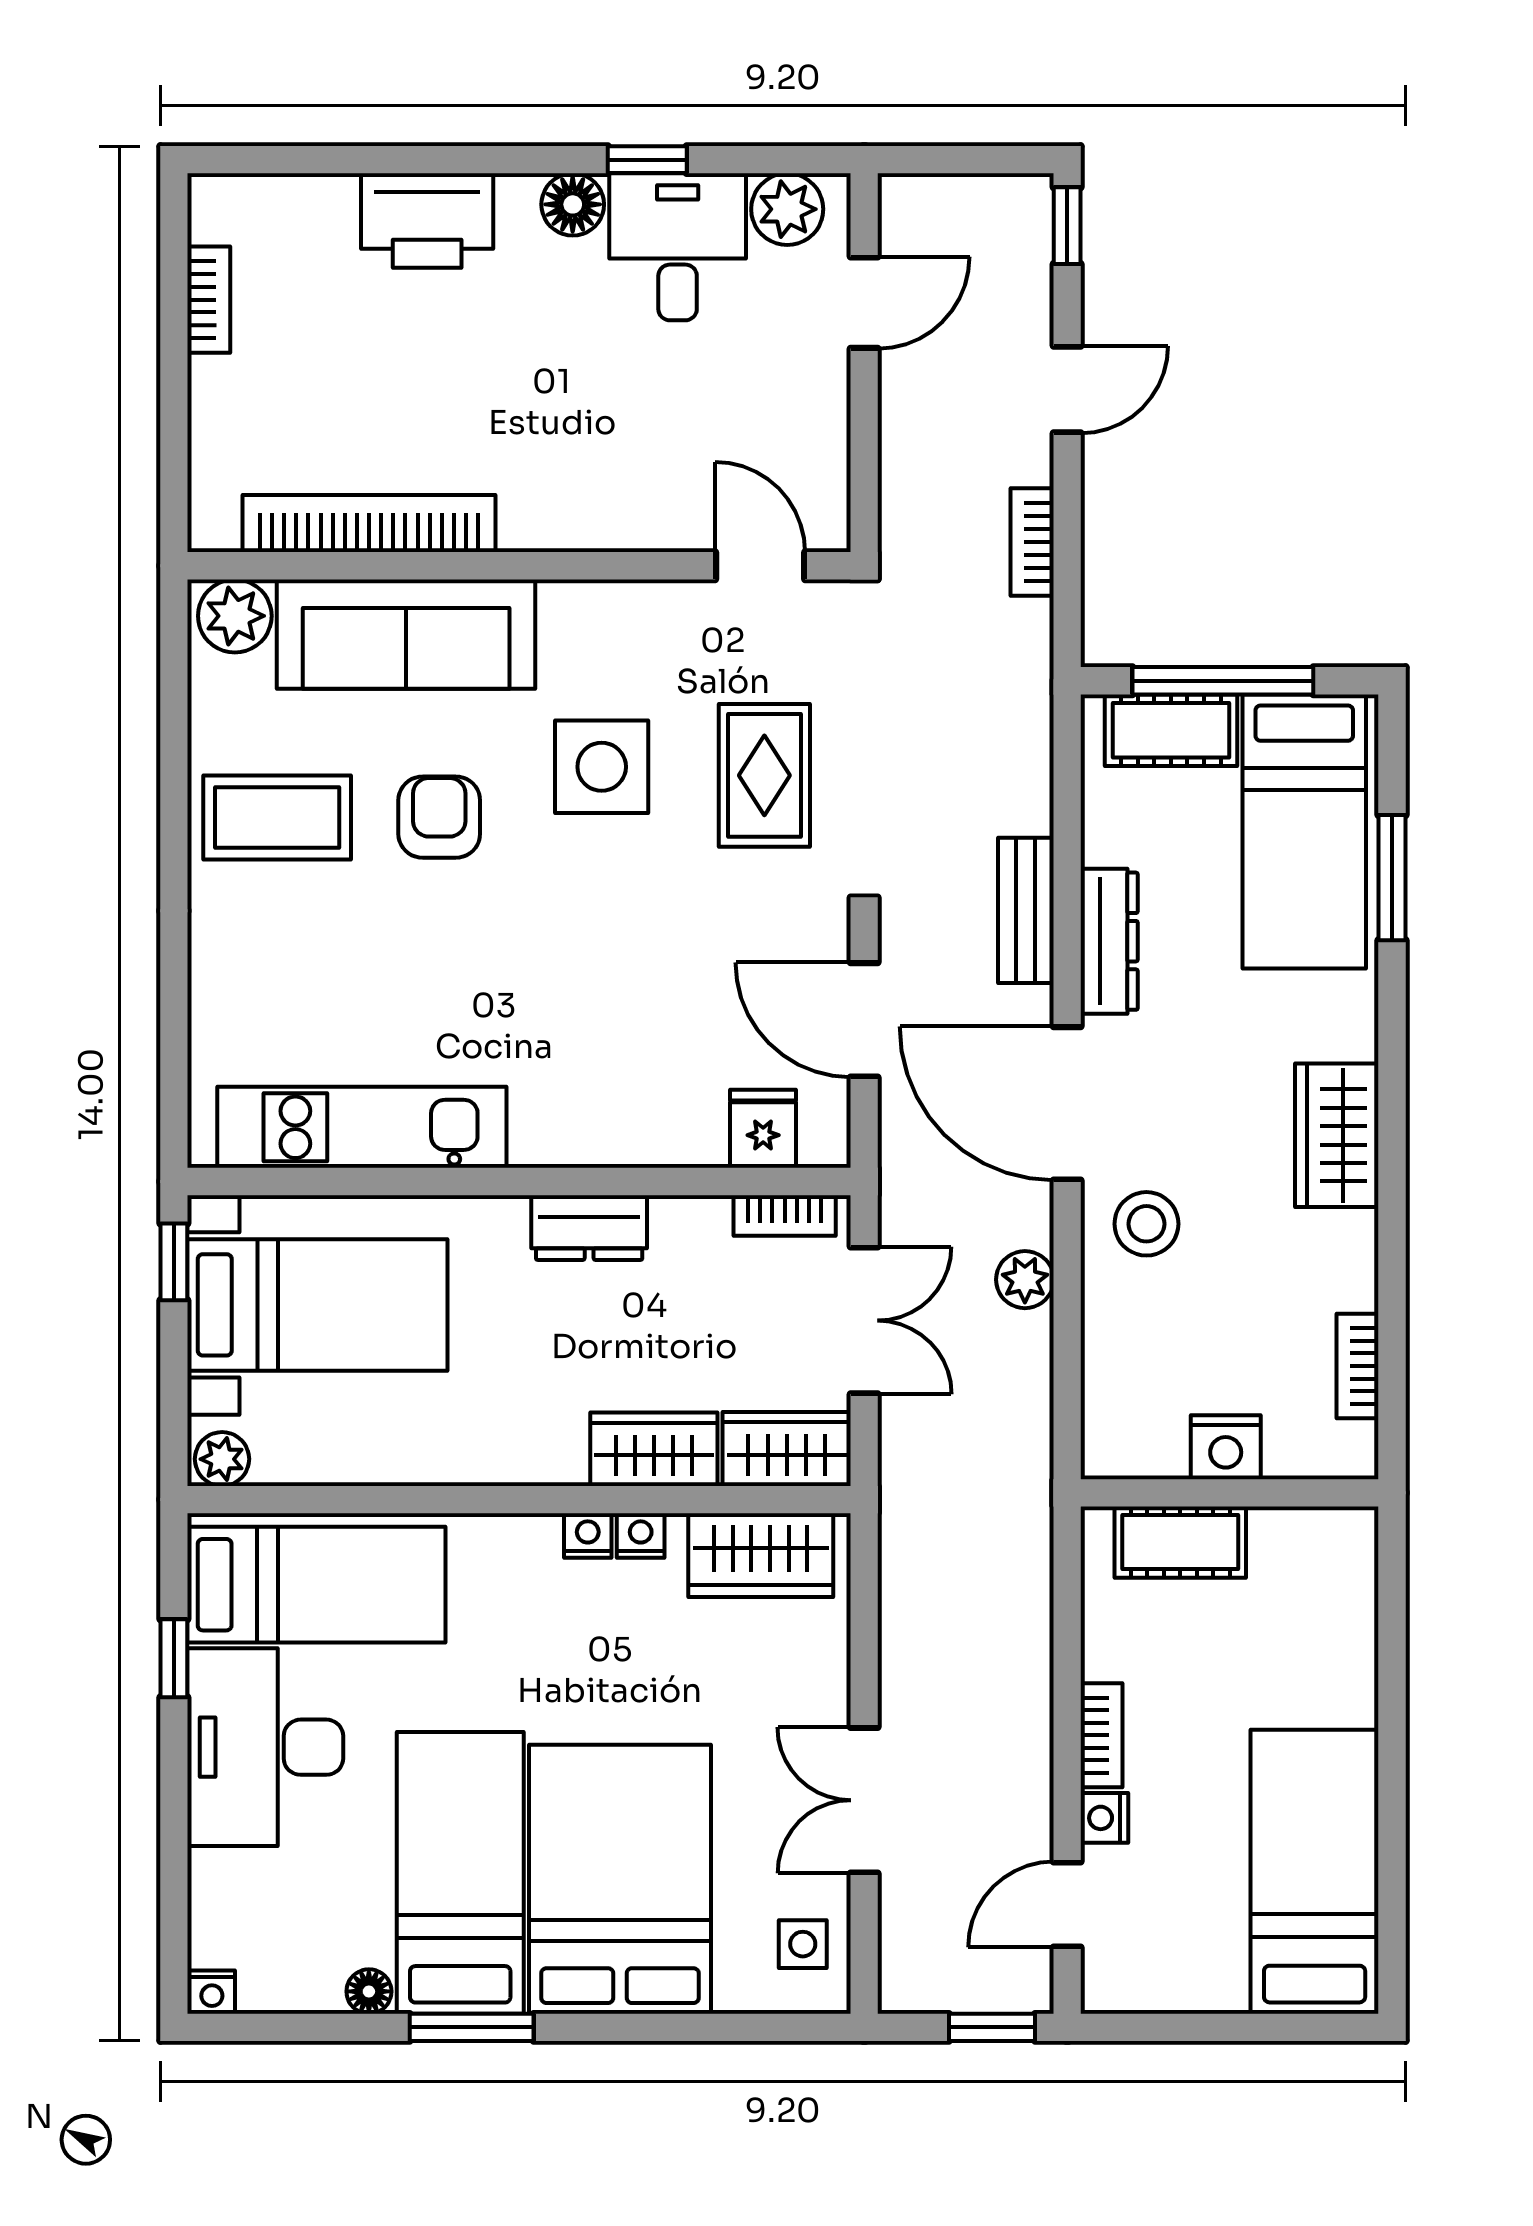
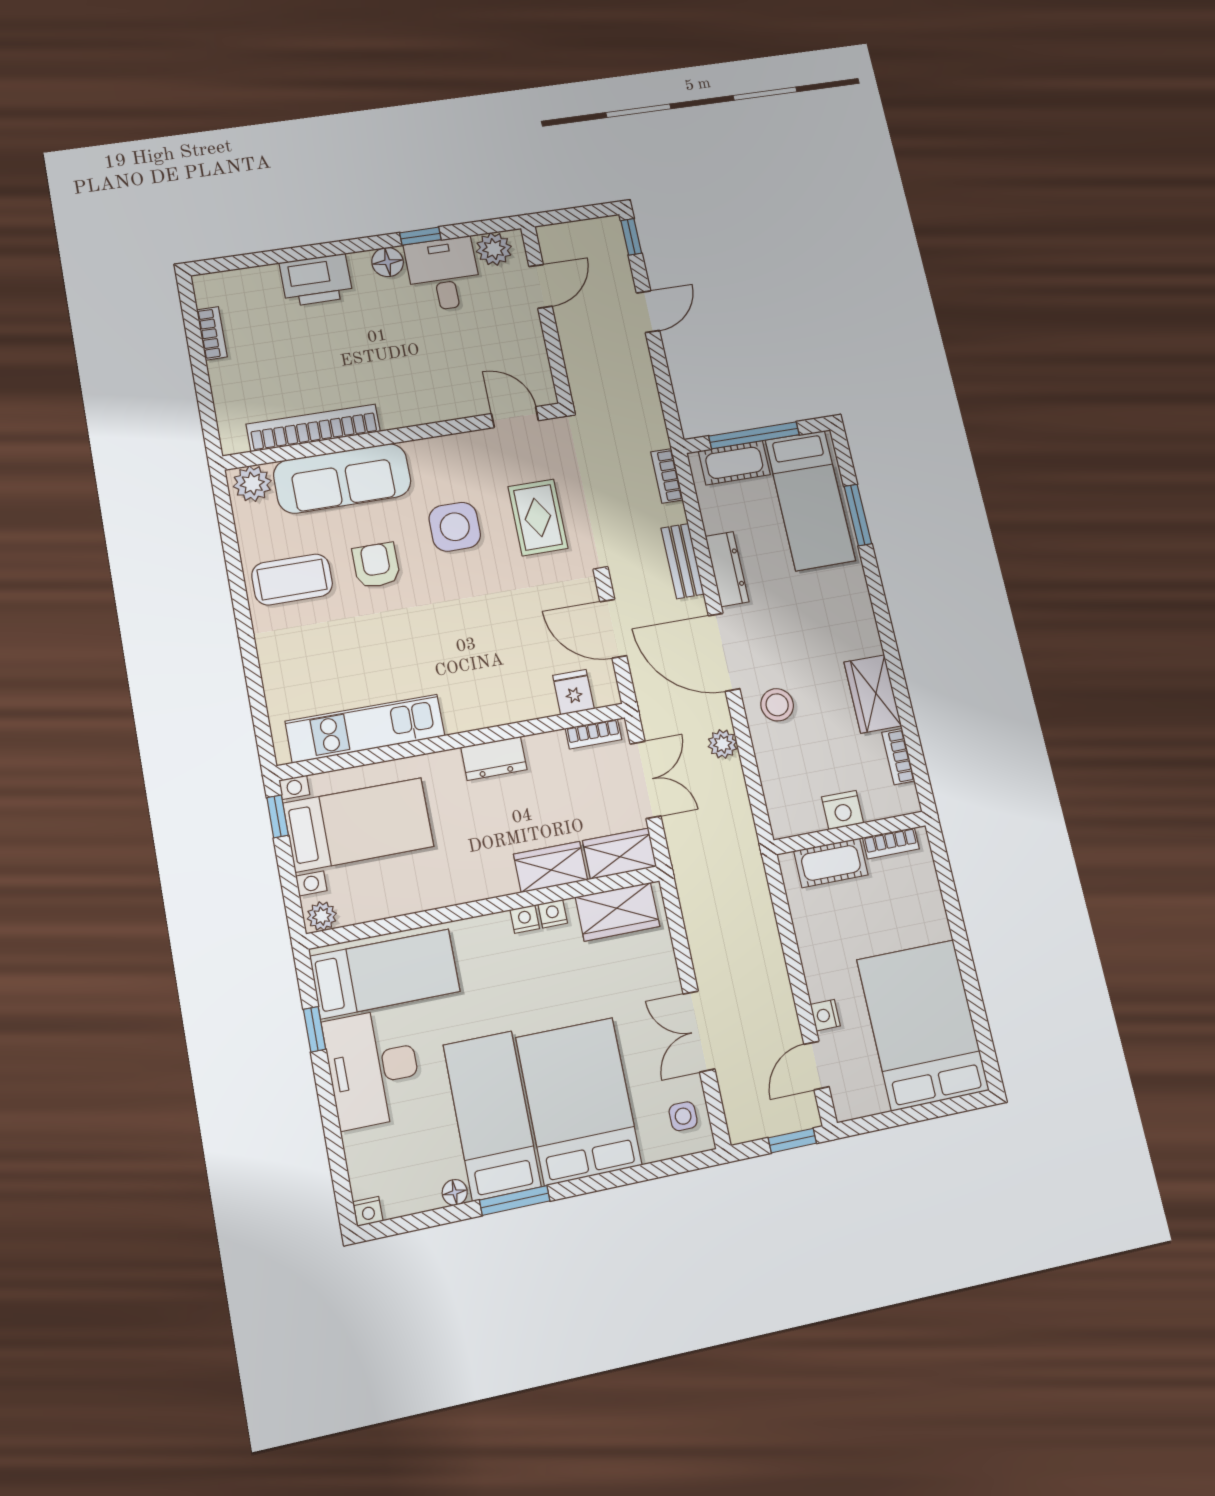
bookcase: (1032, 542) -> (667, 476), moved
wardrobe: (1337, 1135) -> (873, 694), moved
bookcase: (1102, 1735) -> (891, 843), moved, turned 90
bed: (1315, 1872) -> (923, 1025), width x1.50

